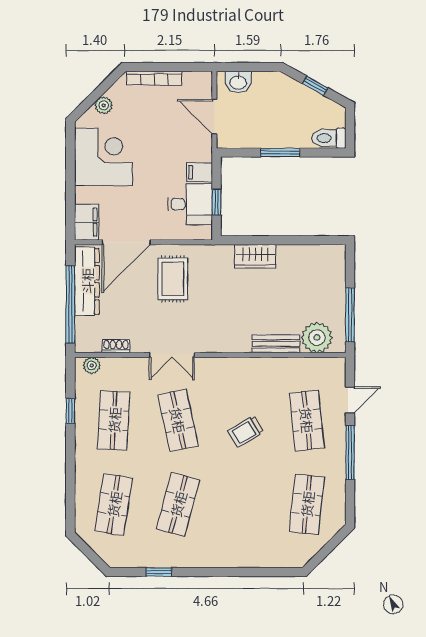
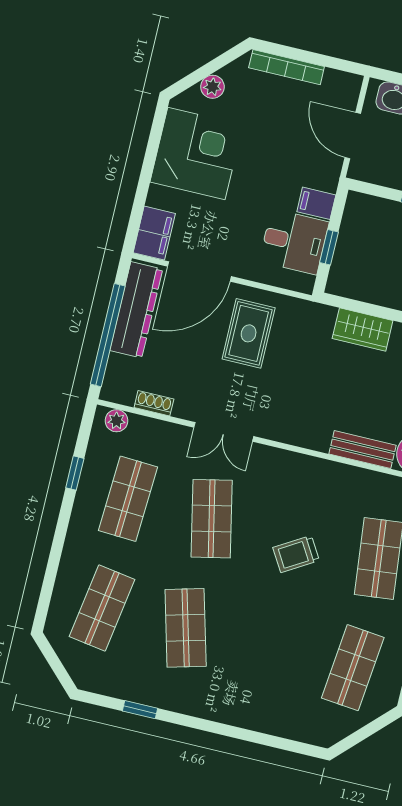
shop shelf: (178, 504) -> (186, 628), turned -30

